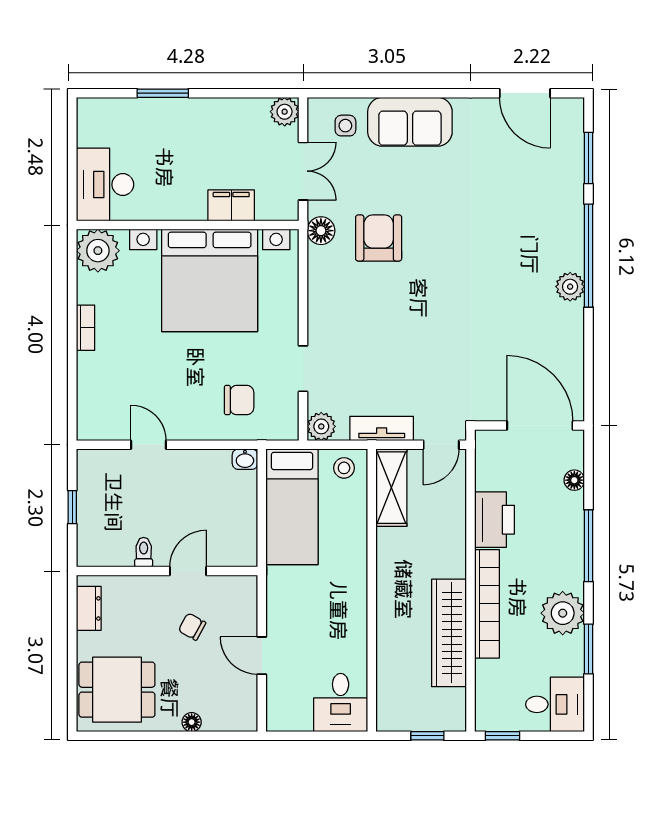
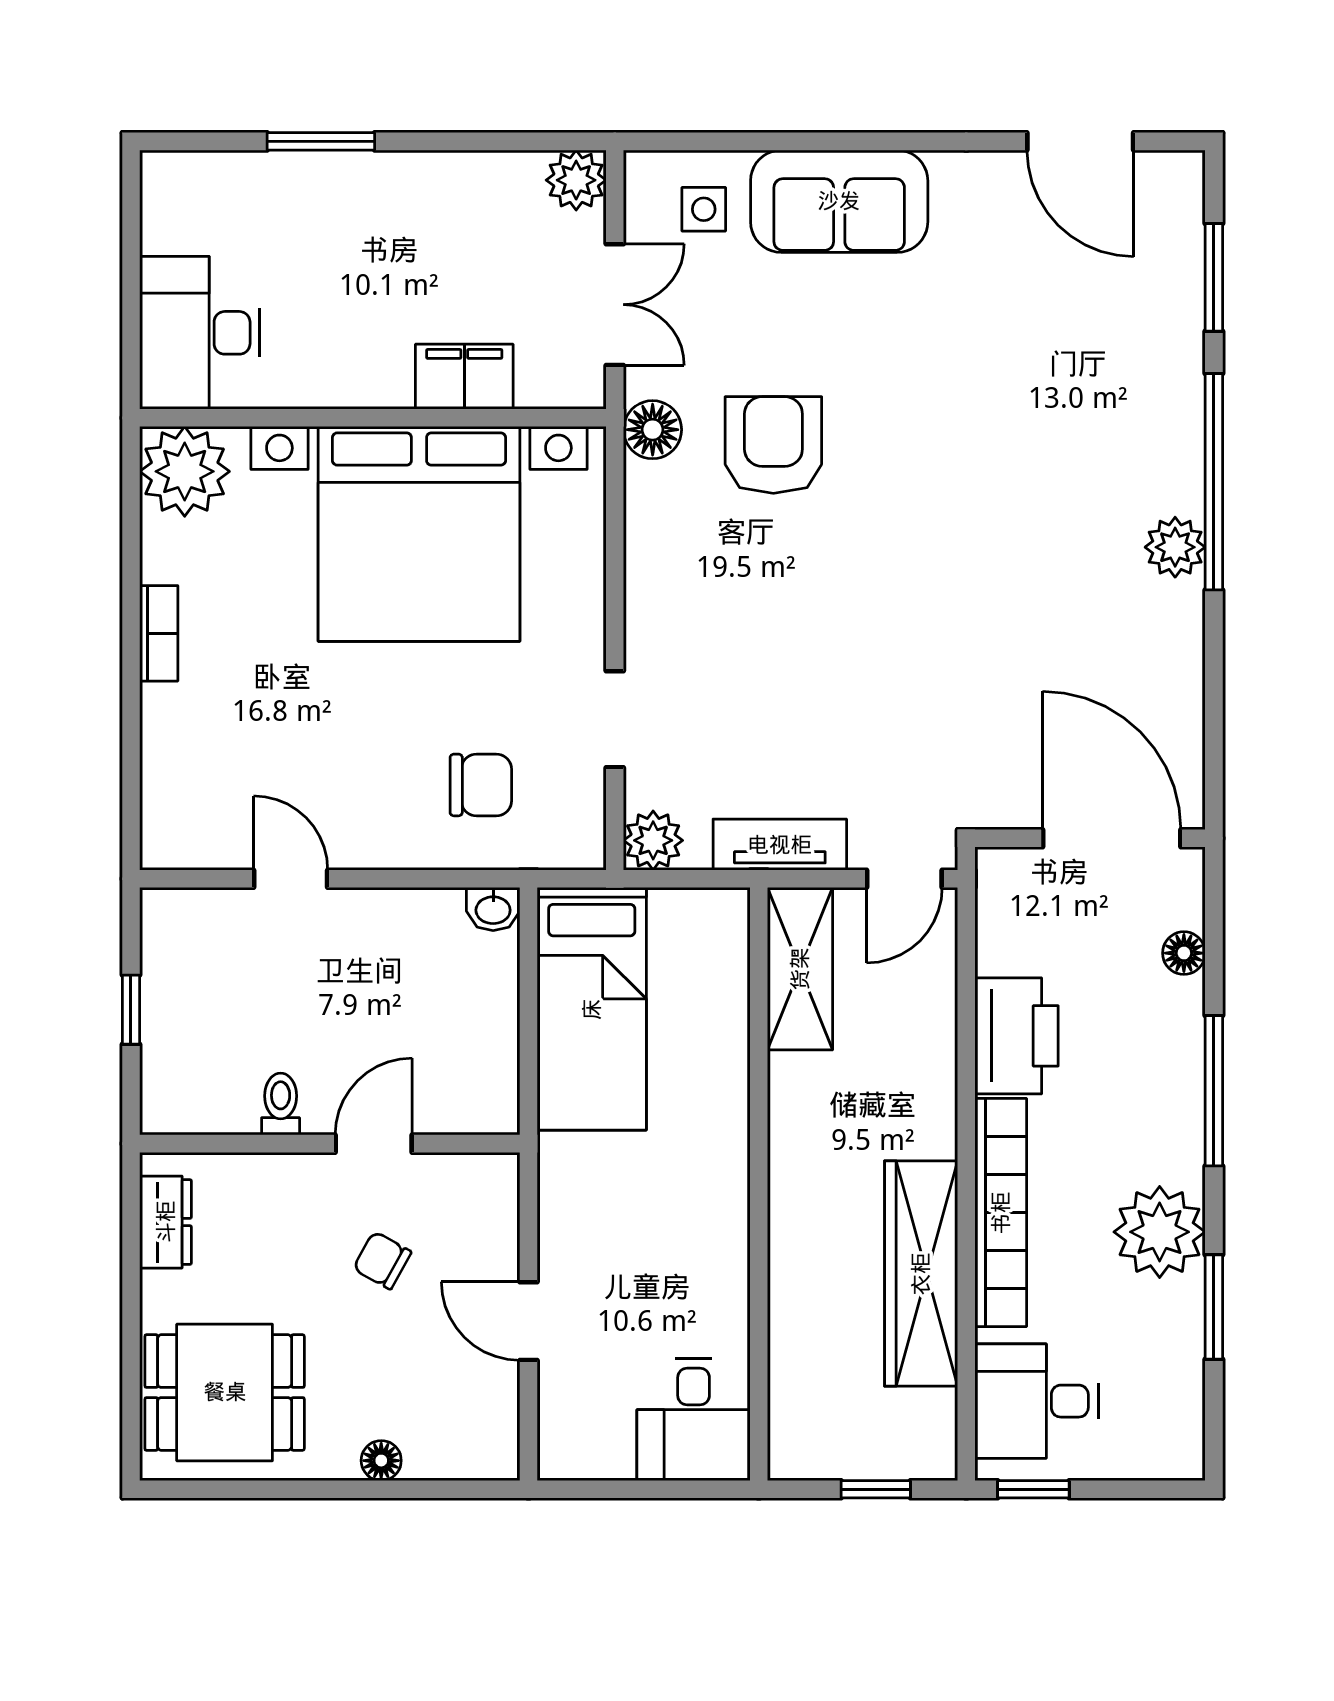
stool: (344, 468) -> (701, 927), removed
desk: (555, 704) -> (1036, 1401), moved, turned 180

